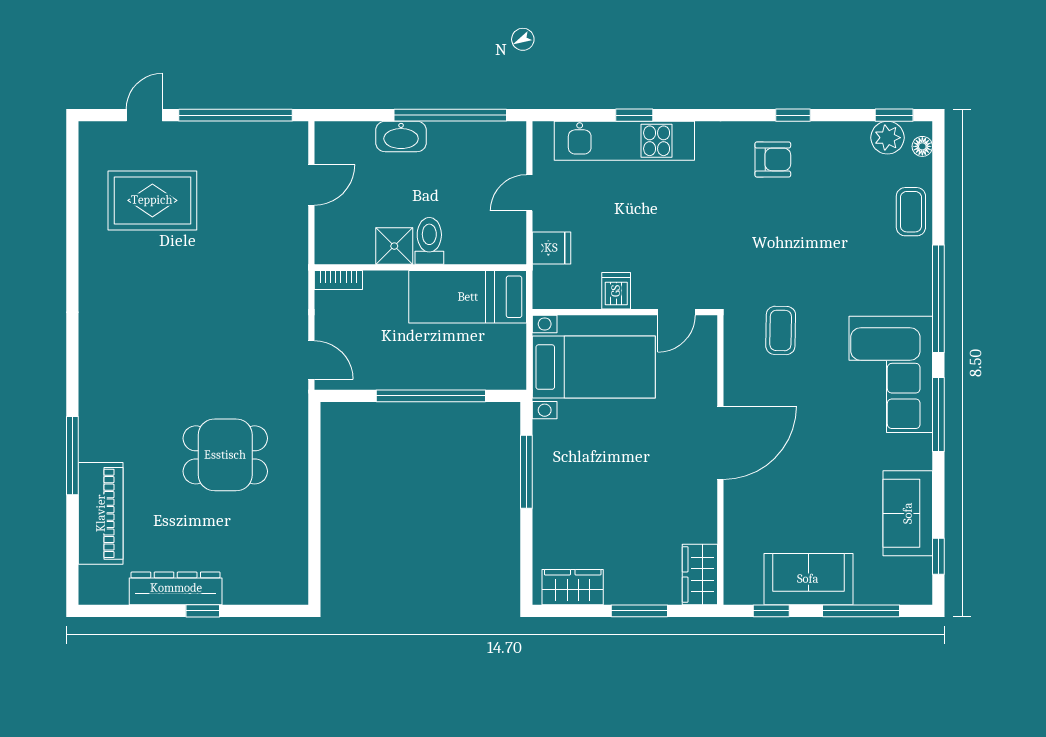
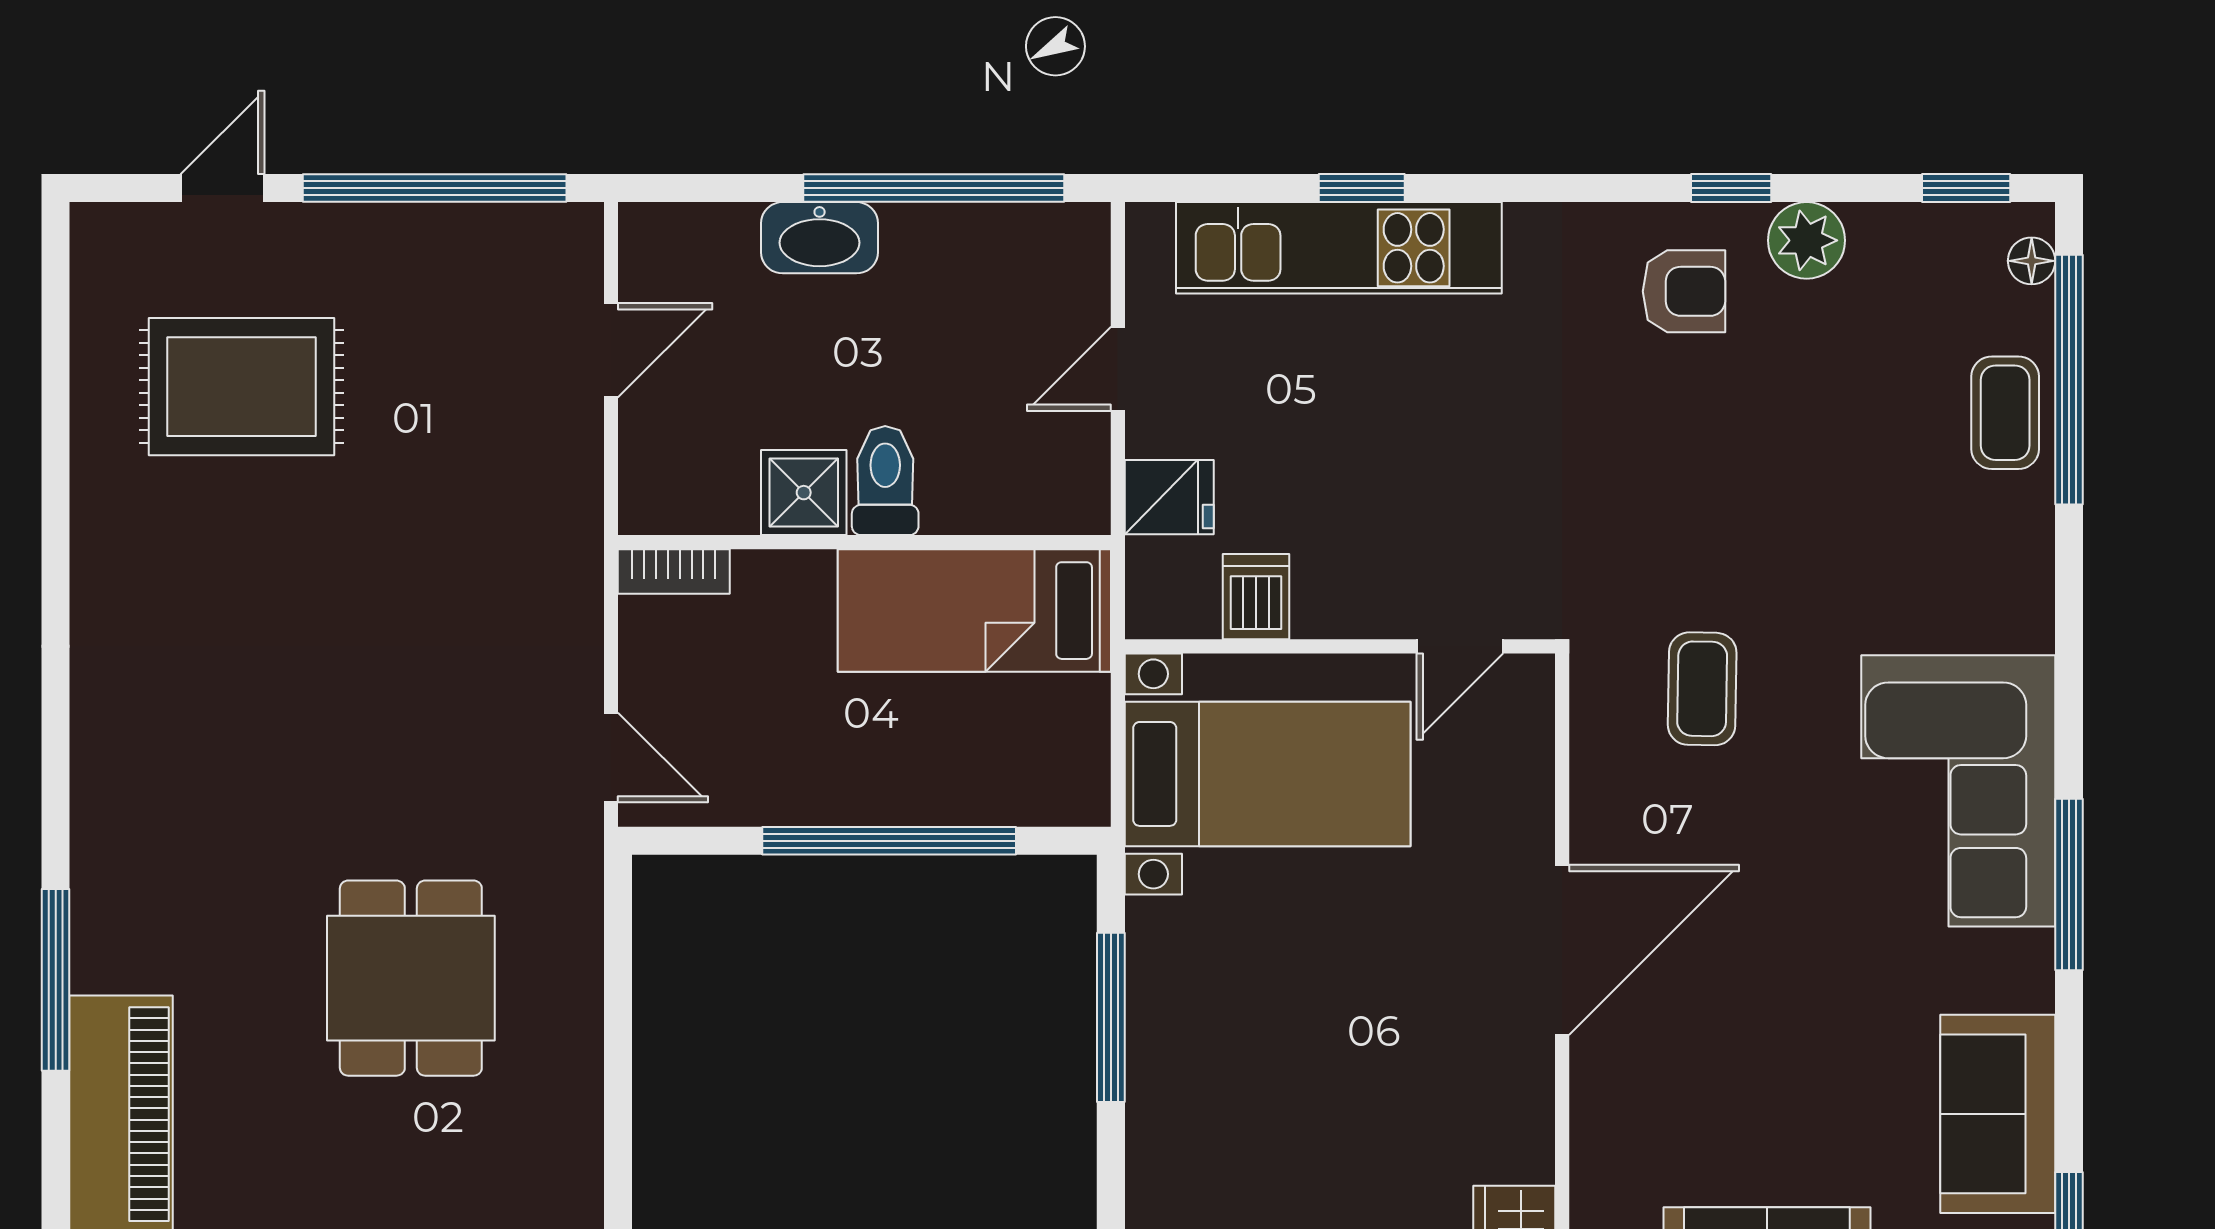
plant: (887, 138) -> (1807, 240), moved
dishwasher: (616, 291) -> (1256, 597), moved
window: (938, 299) -> (2069, 380), moved
dining table: (225, 455) -> (411, 978), turned 90

